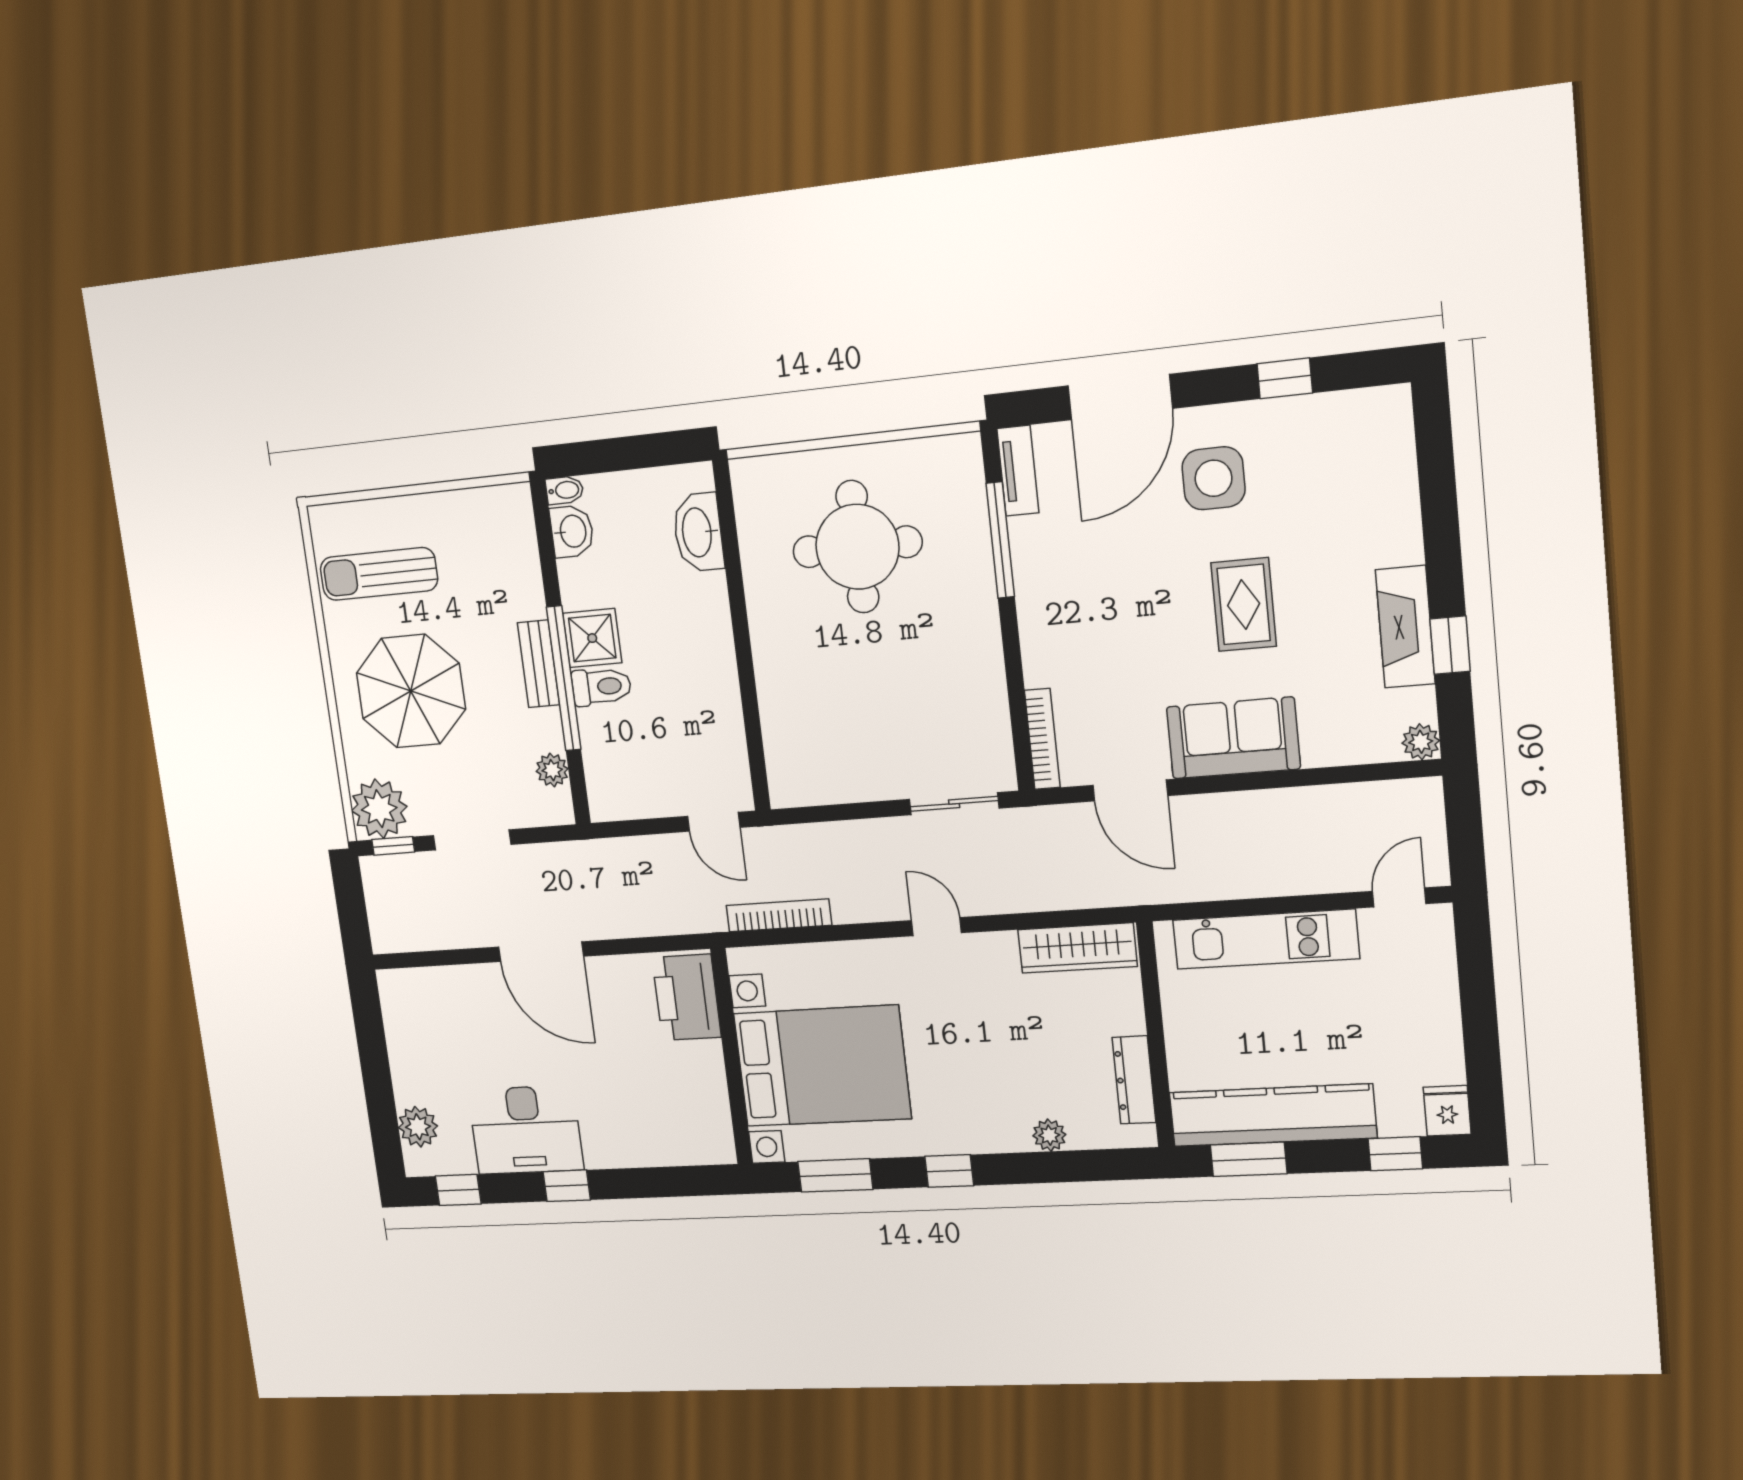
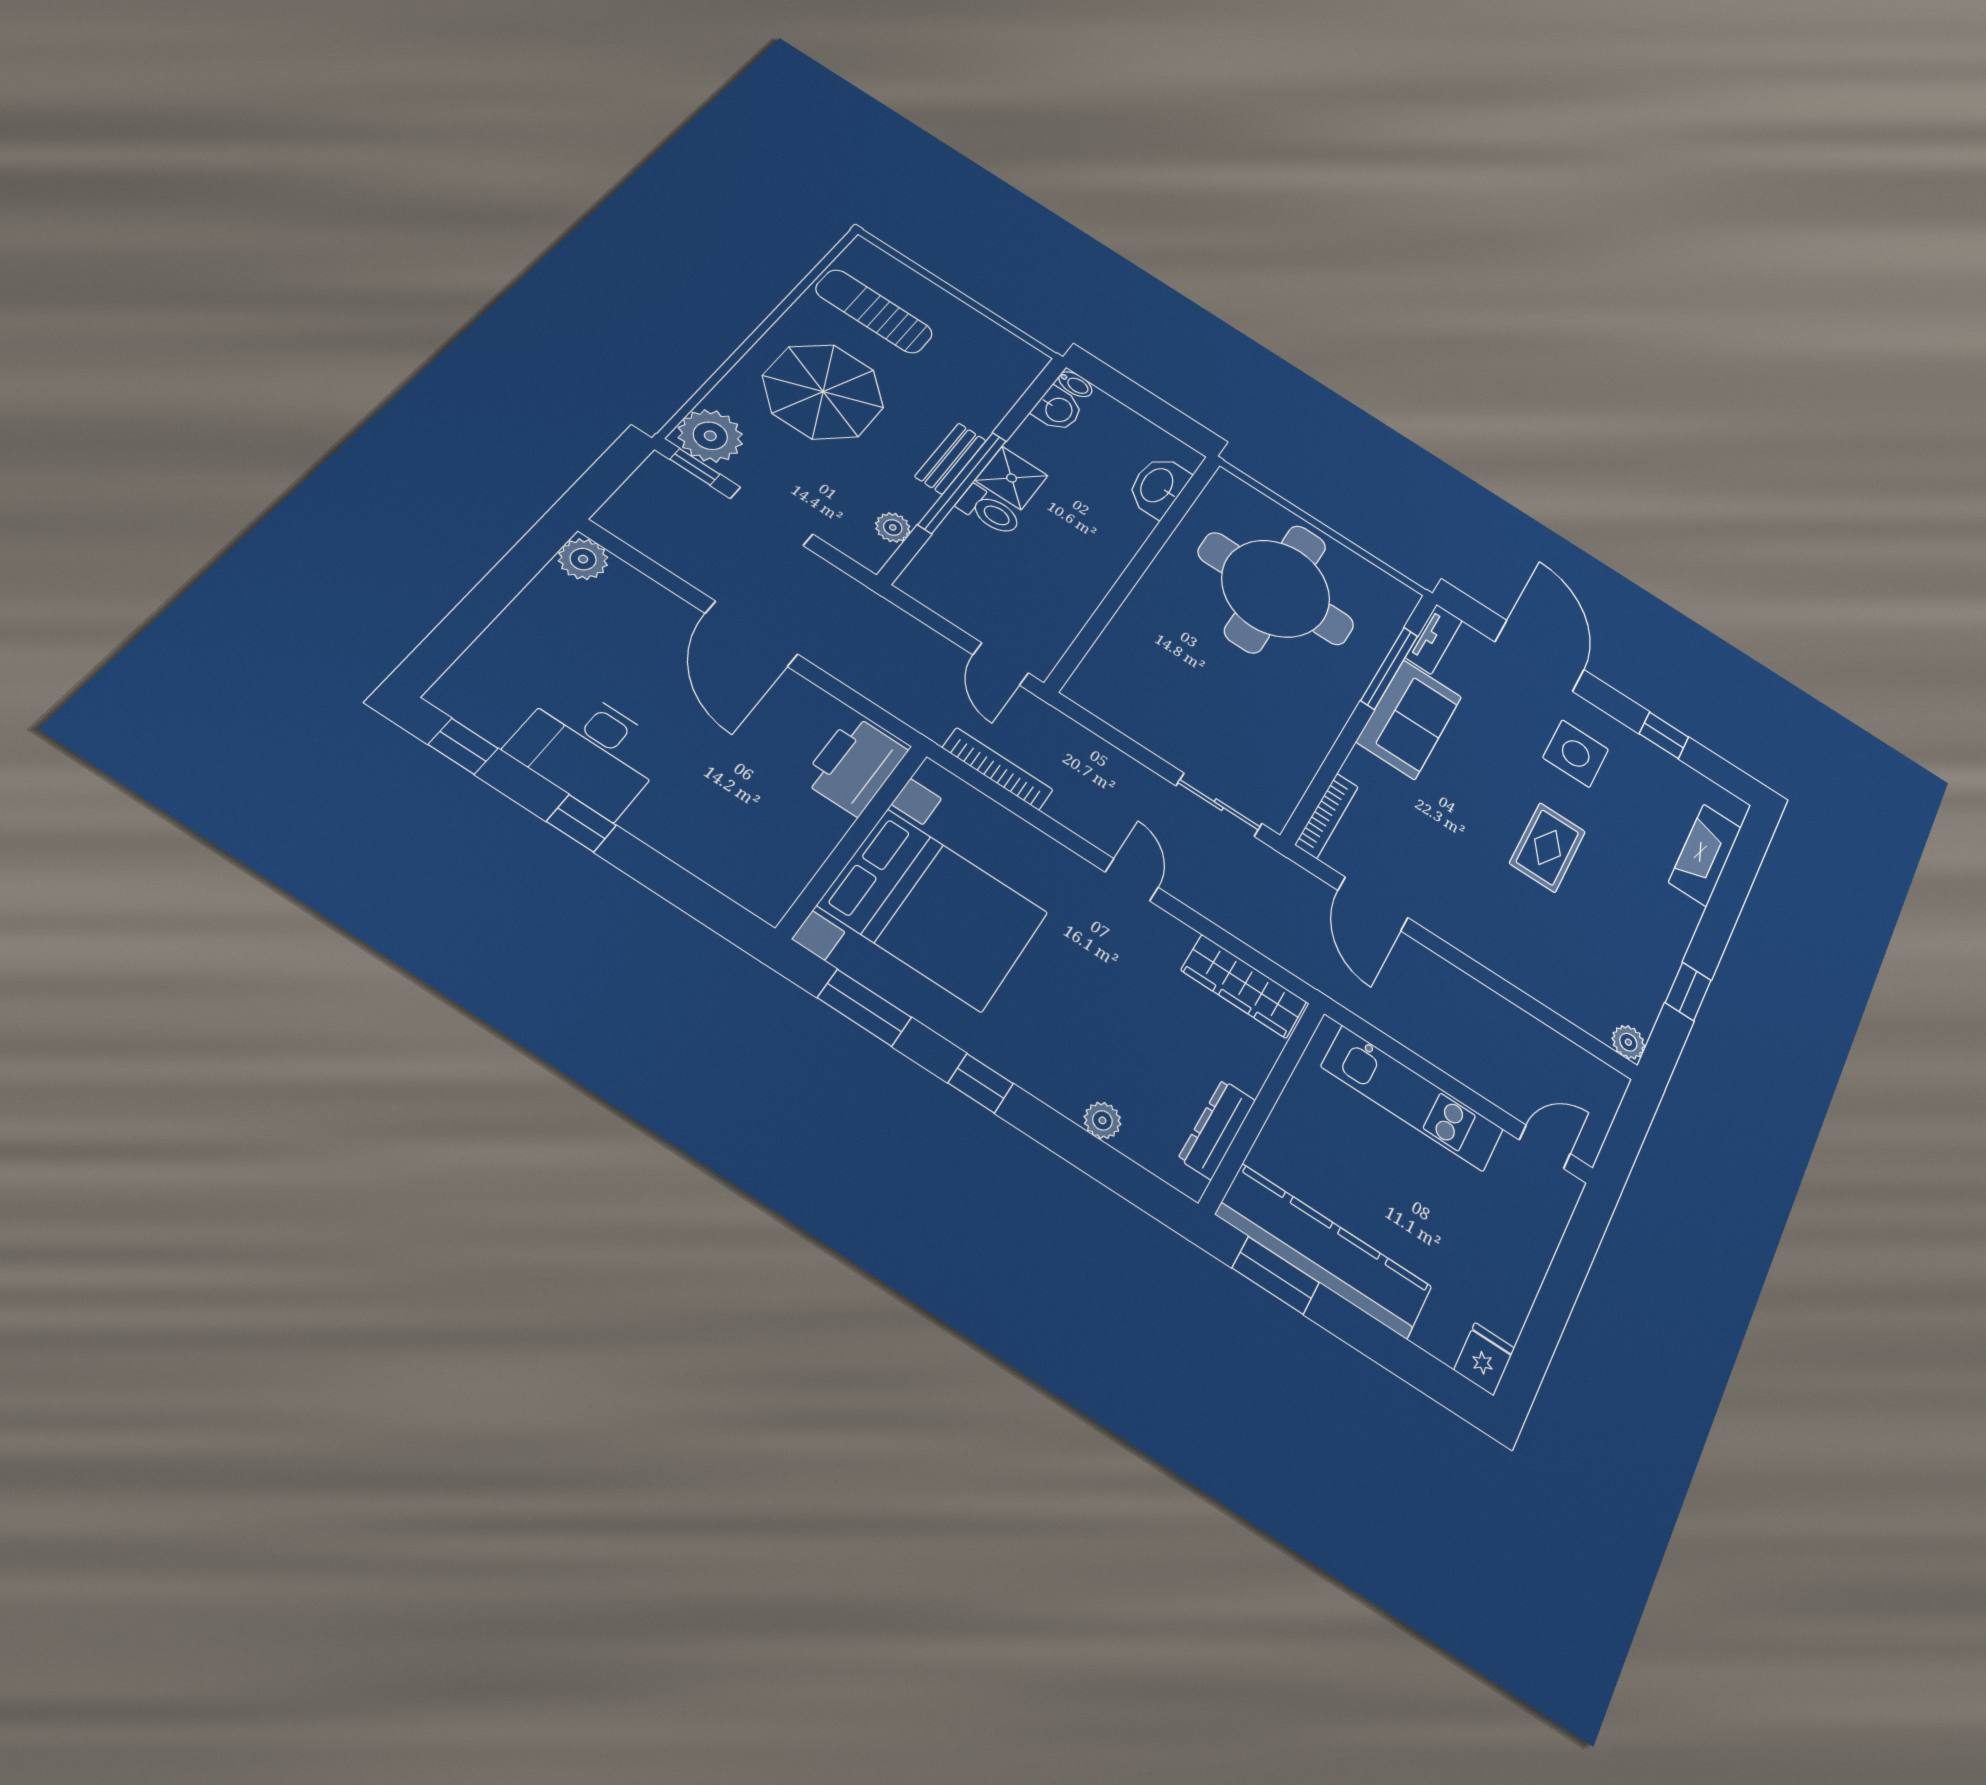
door: (1120, 397) -> (1539, 656), swing flipped
round table: (857, 547) -> (1276, 588), width x1.36, depth x1.36
fireplace: (1405, 627) -> (1705, 855), moved
sofa: (1233, 738) -> (1409, 719), moved, turned 90
plant: (418, 1127) -> (583, 559), moved
window: (1395, 1154) -> (1415, 1366), removed

